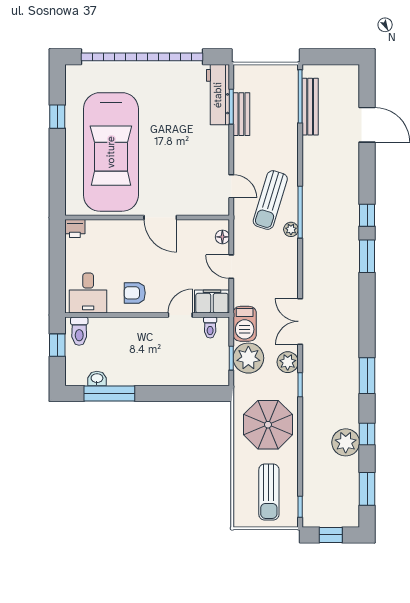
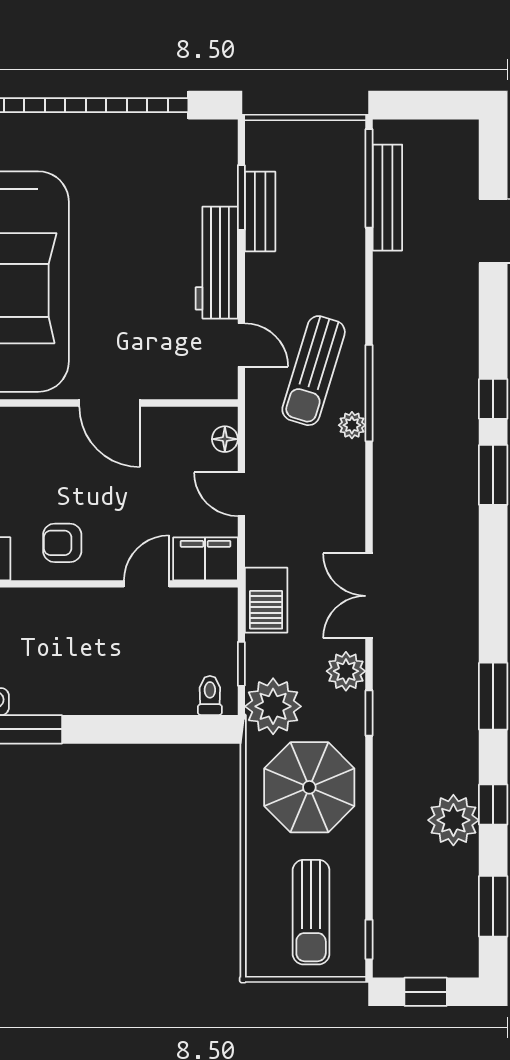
workbench: (218, 95) -> (217, 263), moved
toilet: (210, 328) -> (210, 695), moved, turned 180
plant: (248, 358) -> (273, 706), moved

